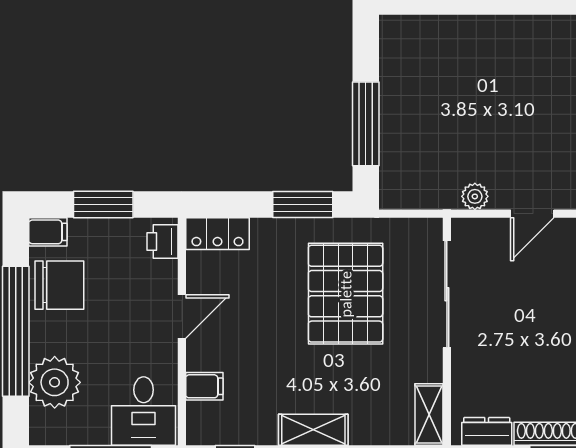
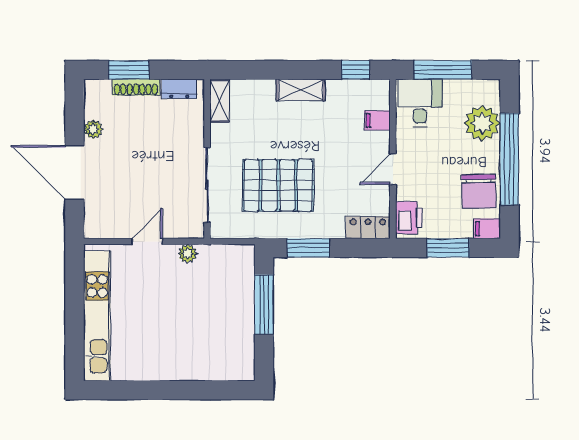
printer: (163, 242) -> (409, 218), width x1.36, depth x1.24
chair: (59, 285) -> (479, 191), turned -91
pallet: (346, 294) -> (278, 185), turned 90

